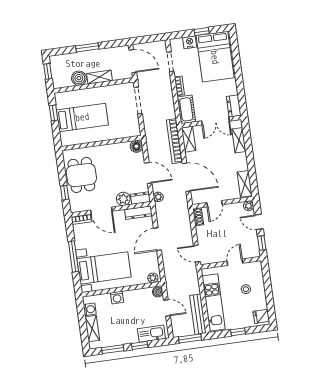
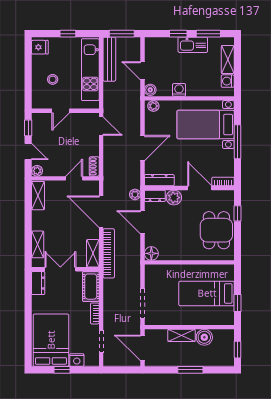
washing machine: (117, 298) -> (179, 90), moved
kitchen sink: (151, 334) -> (193, 45), moved

